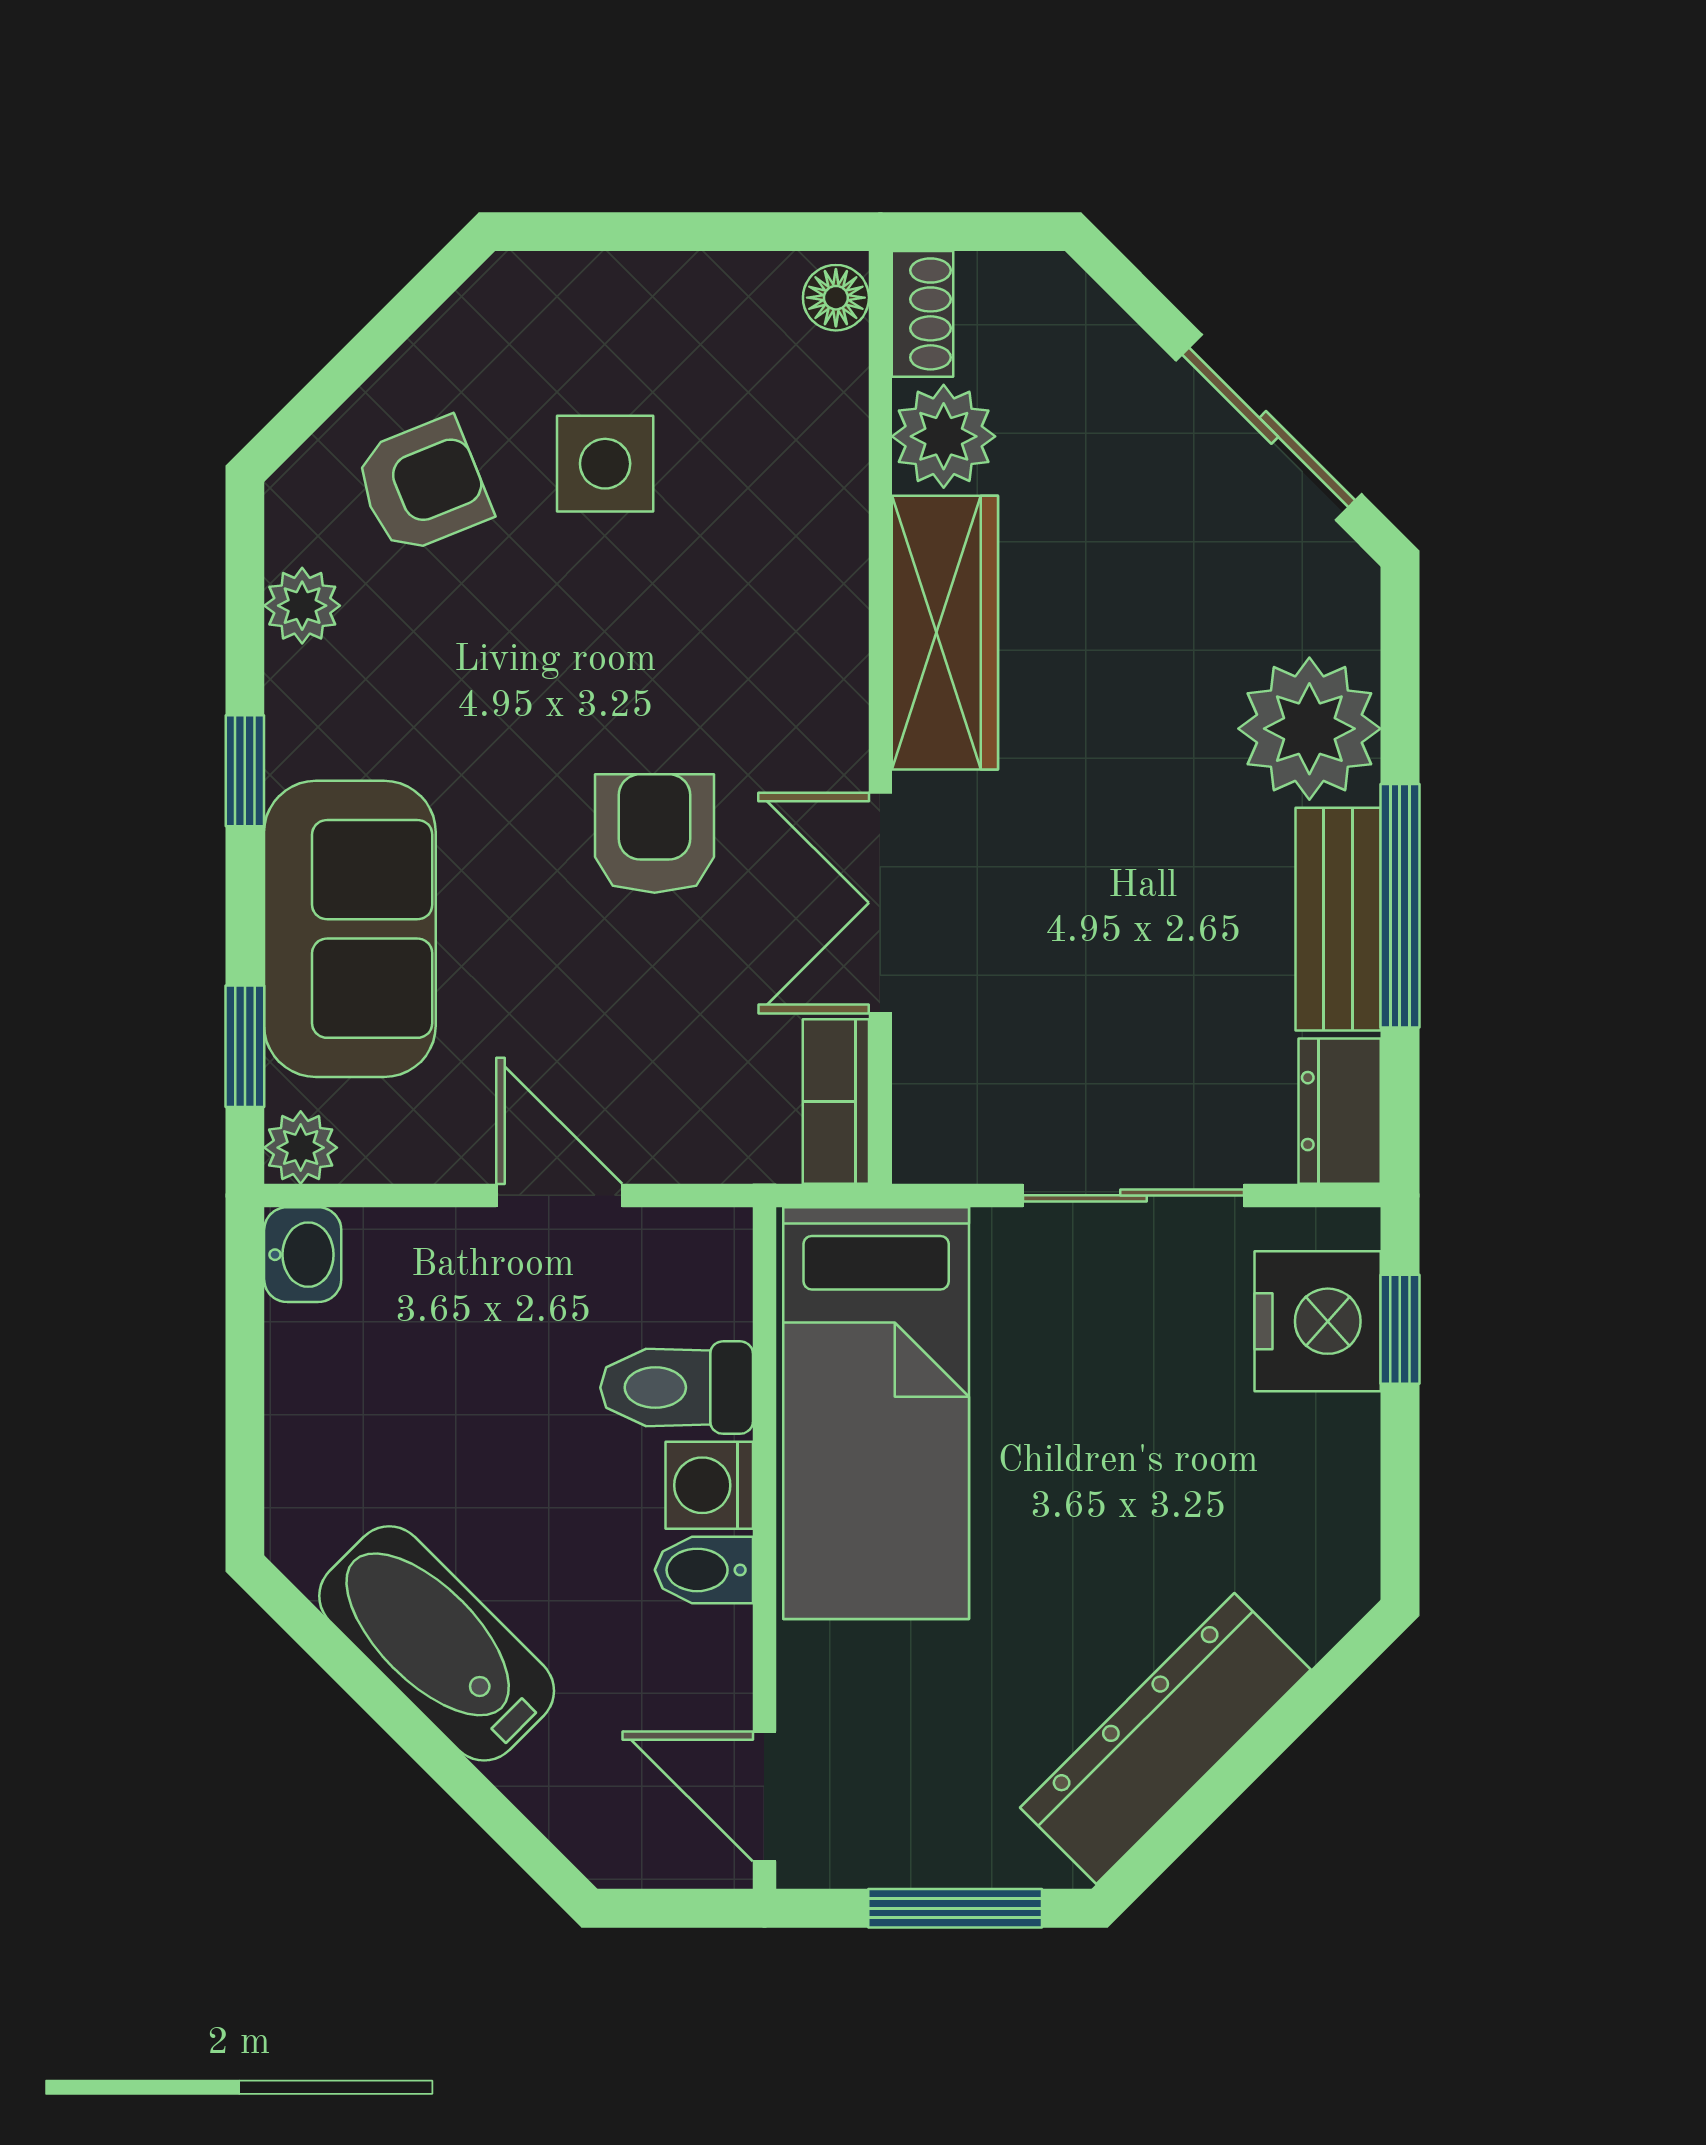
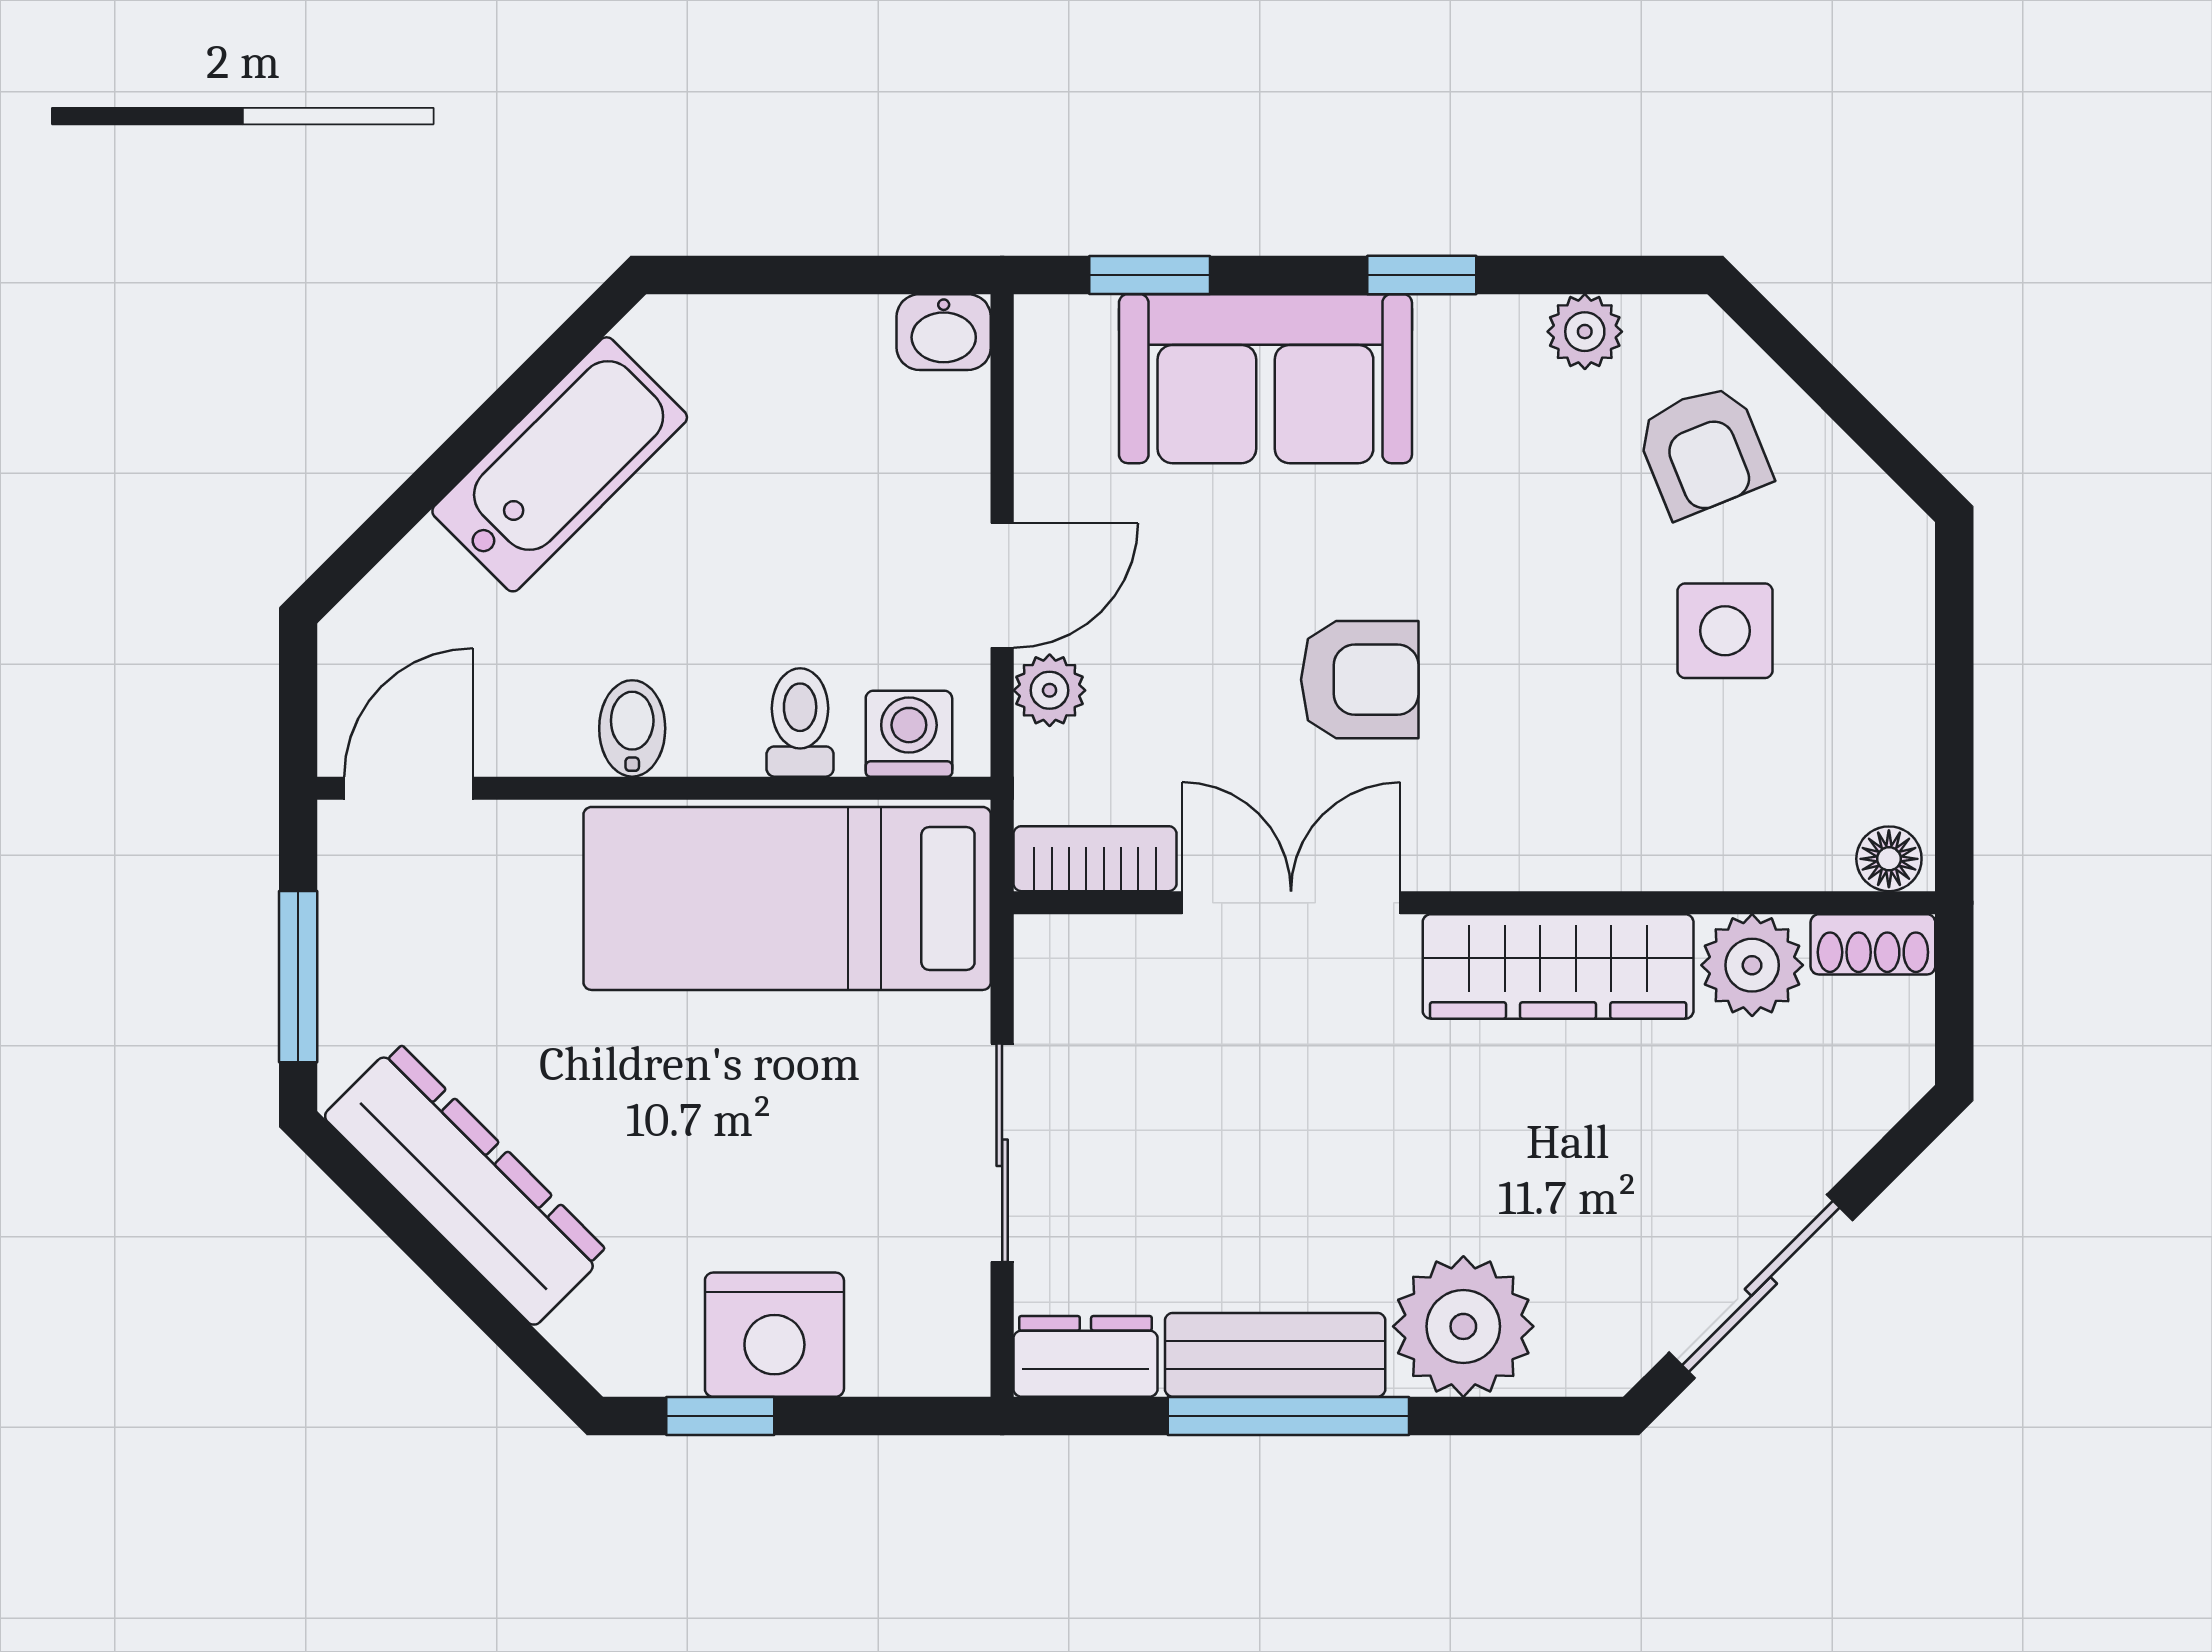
plant: (301, 1148) -> (1050, 690), moved
nightstand: (1318, 1321) -> (774, 1335), moved
window: (1400, 1329) -> (720, 1416), moved
toilet: (677, 1388) -> (800, 722), width x0.73, depth x0.72
washing machine: (709, 1485) -> (909, 734), moved

